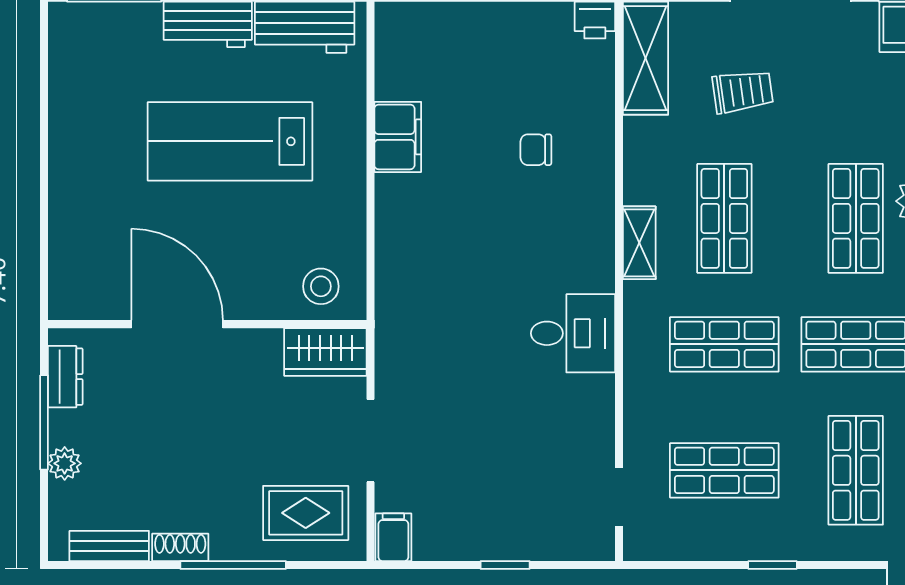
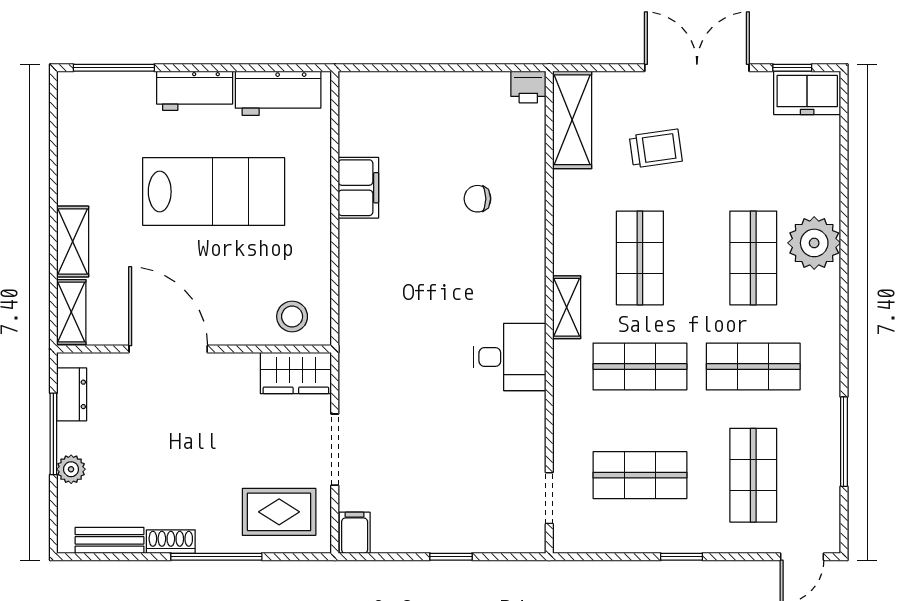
lab bench: (230, 141) -> (214, 192), turned 180
shelving: (66, 199) -> (73, 242), added
shelving: (639, 243) -> (567, 307), moved
shelving: (65, 281) -> (71, 312), added

